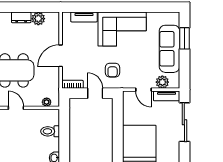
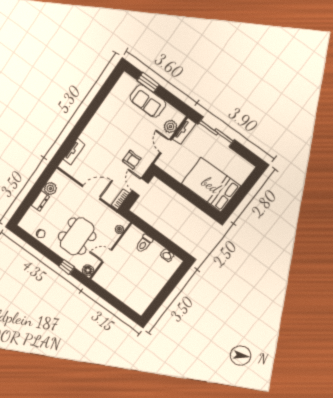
corner sofa: (122, 29) -> (105, 128), removed
sofa: (169, 49) -> (148, 101), width x0.73
door: (61, 56) -> (91, 192), swing flipped
door: (143, 90) -> (165, 146), swing flipped
door: (95, 93) -> (140, 187), hinge flipped

